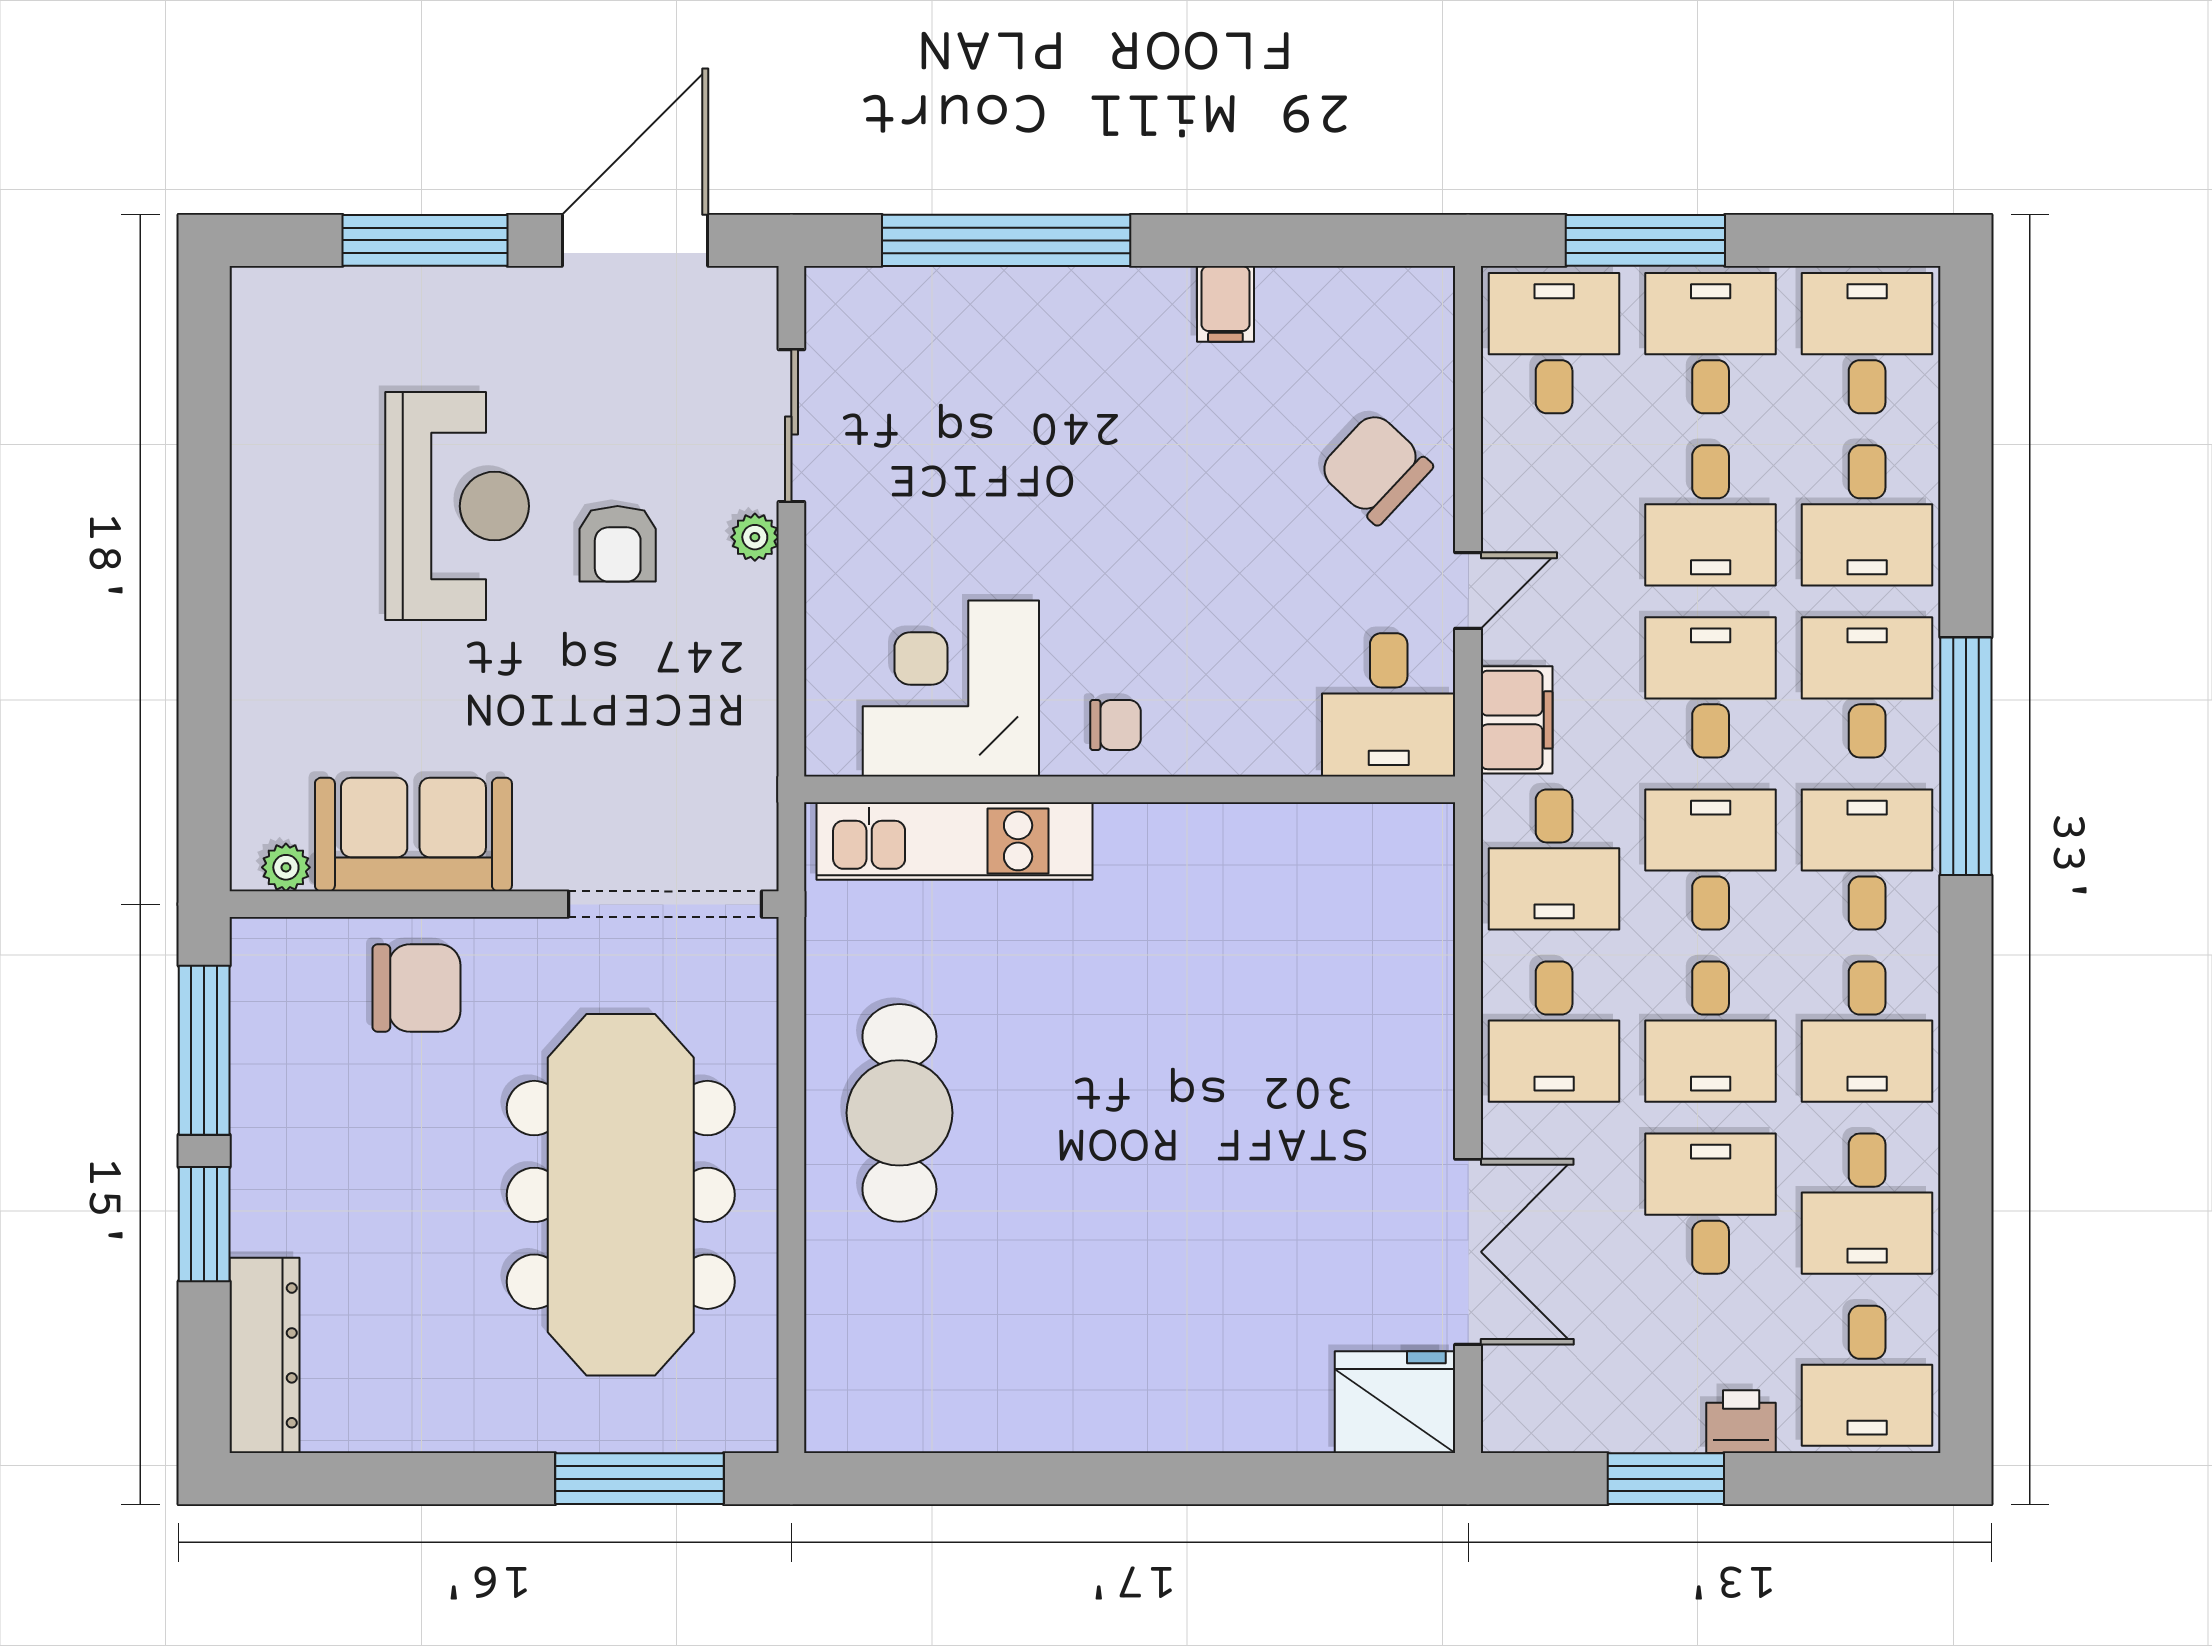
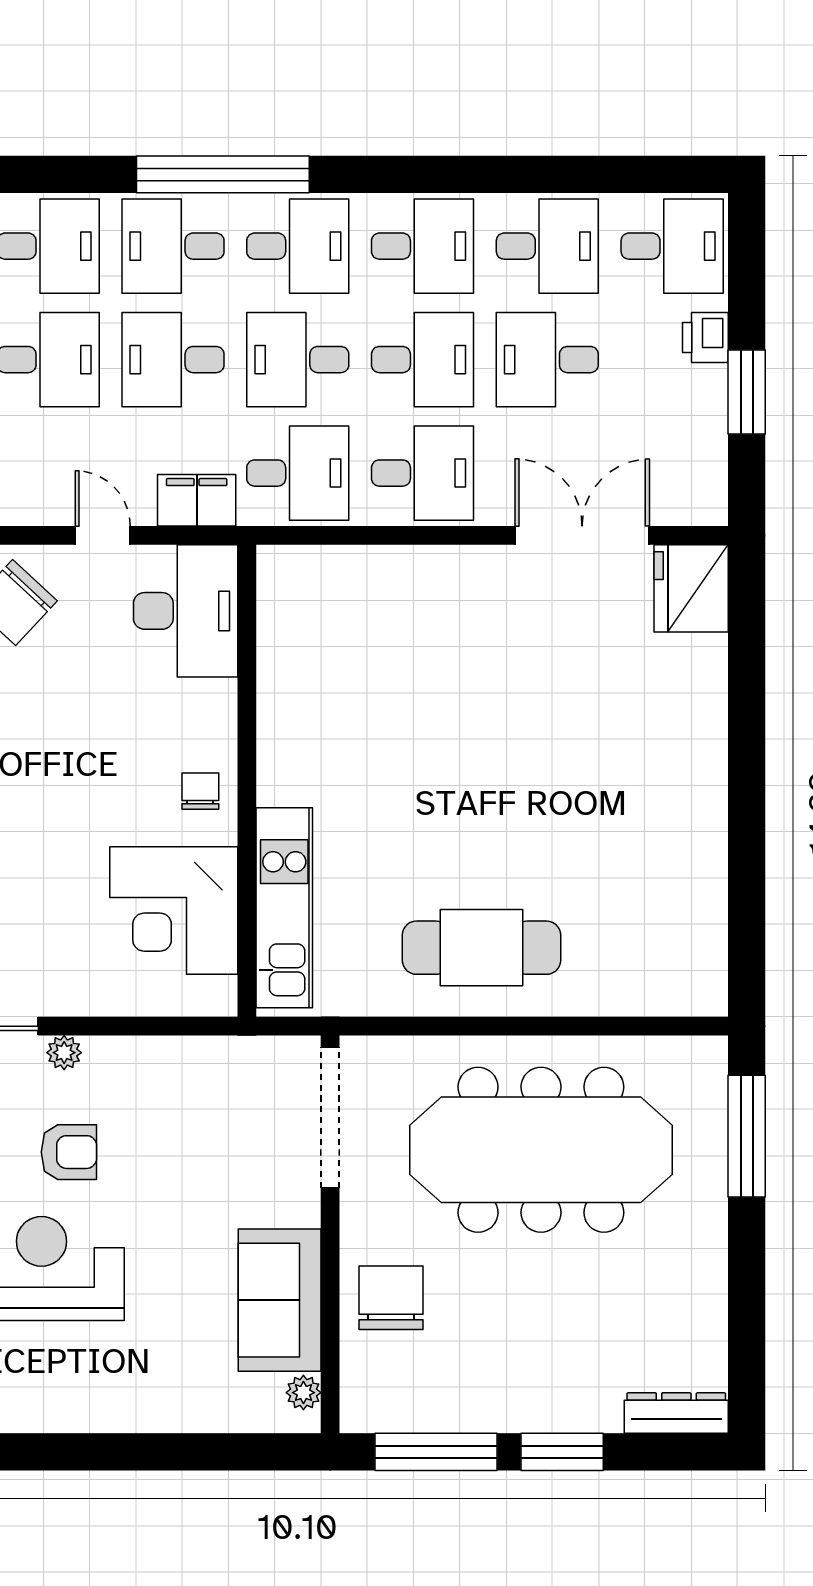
desk: (1389, 705) -> (186, 611), width x1.37
desk: (1867, 859) -> (298, 246), turned 180
dresser: (265, 1355) -> (676, 1413), width x0.73, depth x0.80

